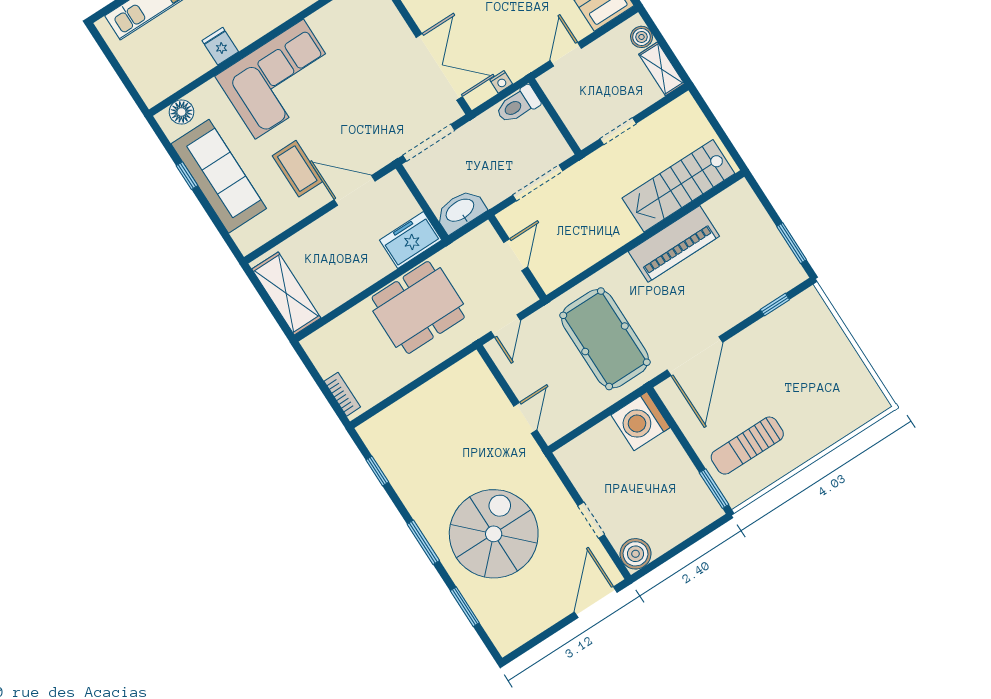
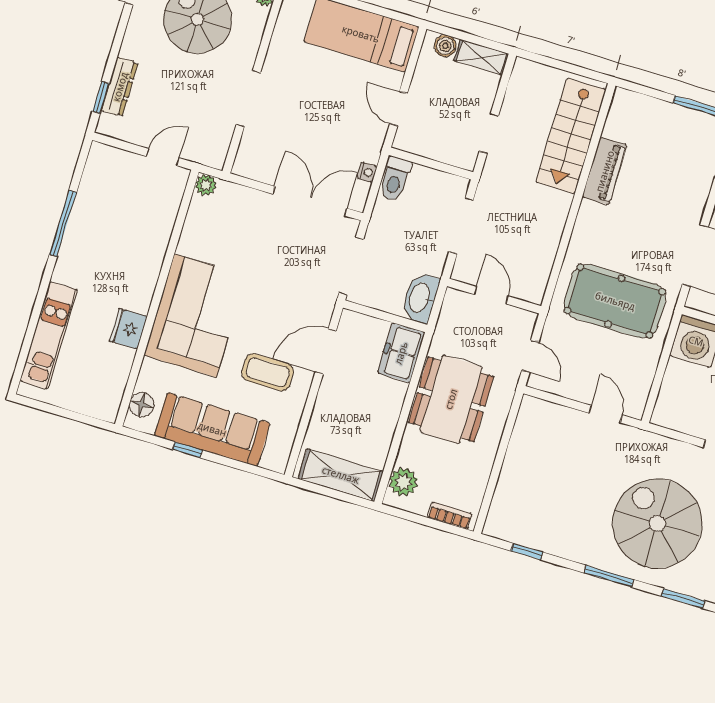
fridge: (220, 46) -> (128, 329), width x1.38
piano: (674, 244) -> (605, 171), width x0.73, depth x0.75
plant: (329, 339) -> (403, 482), added

